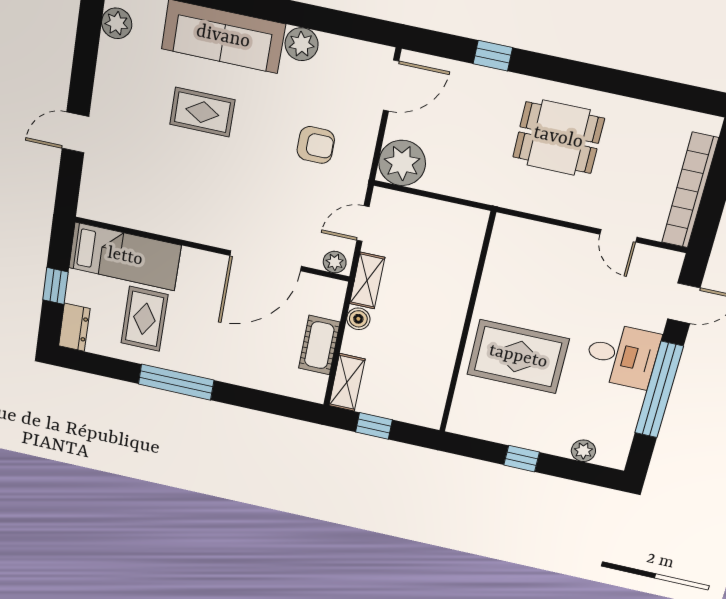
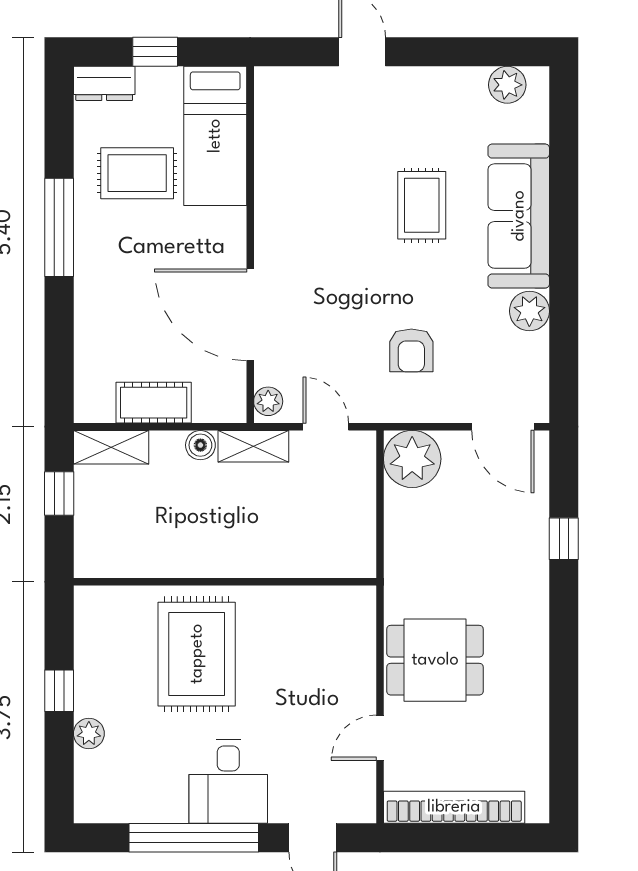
dining table: (558, 138) -> (435, 660), moved, turned 90
plant: (583, 451) -> (89, 734), moved

